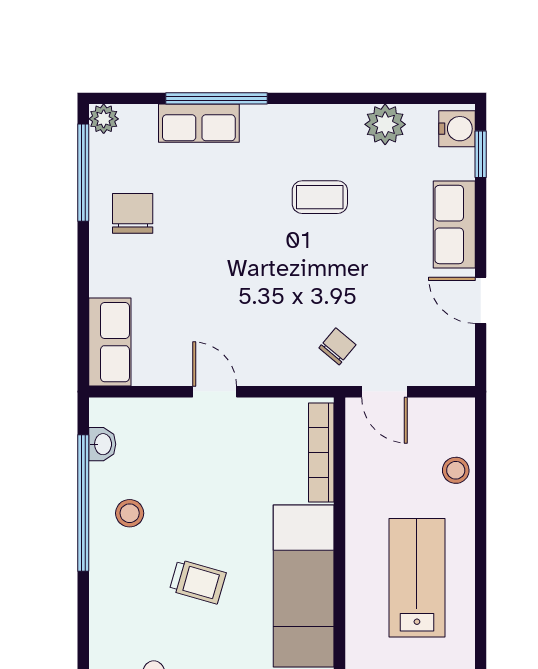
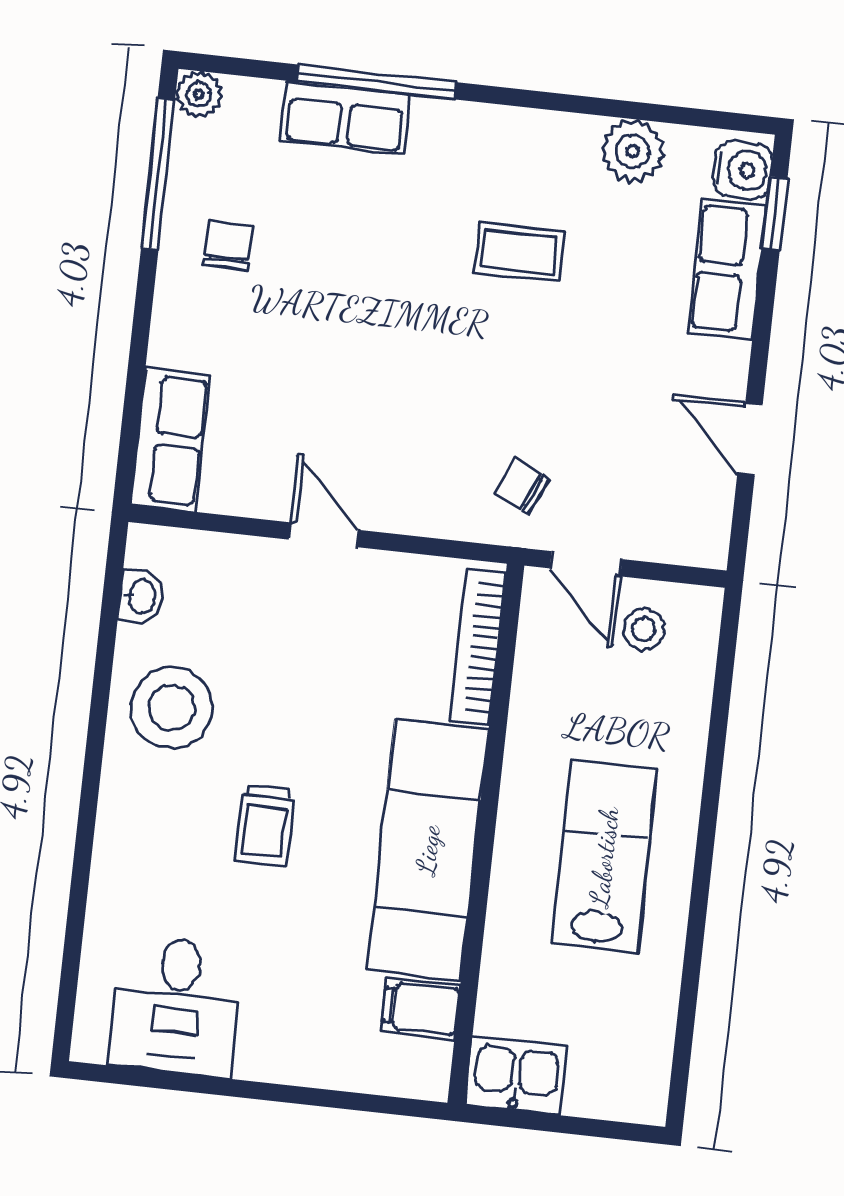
chair: (133, 213) -> (227, 245), width x0.73, depth x0.73
row of seats: (454, 224) -> (727, 269), moved
chair: (337, 346) -> (521, 486), turned -105
stool: (456, 470) -> (644, 629), moved
window: (83, 503) -> (102, 684), removed
stool: (130, 513) -> (172, 708), width x1.89, depth x1.89
trolley: (198, 582) -> (265, 825), turned 74

